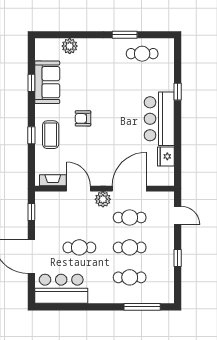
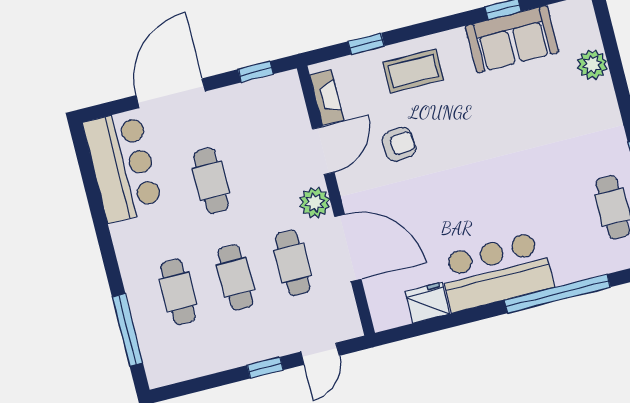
window: (178, 92) -> (557, 294), width x3.17
armchair: (83, 118) -> (399, 144), moved, turned 85
window: (31, 135) -> (366, 44), moved
window: (178, 258) -> (265, 368), moved

